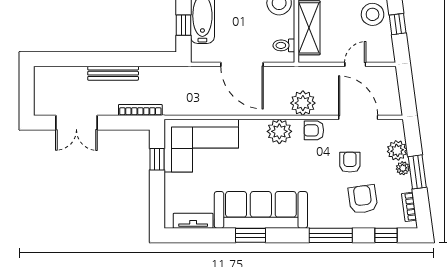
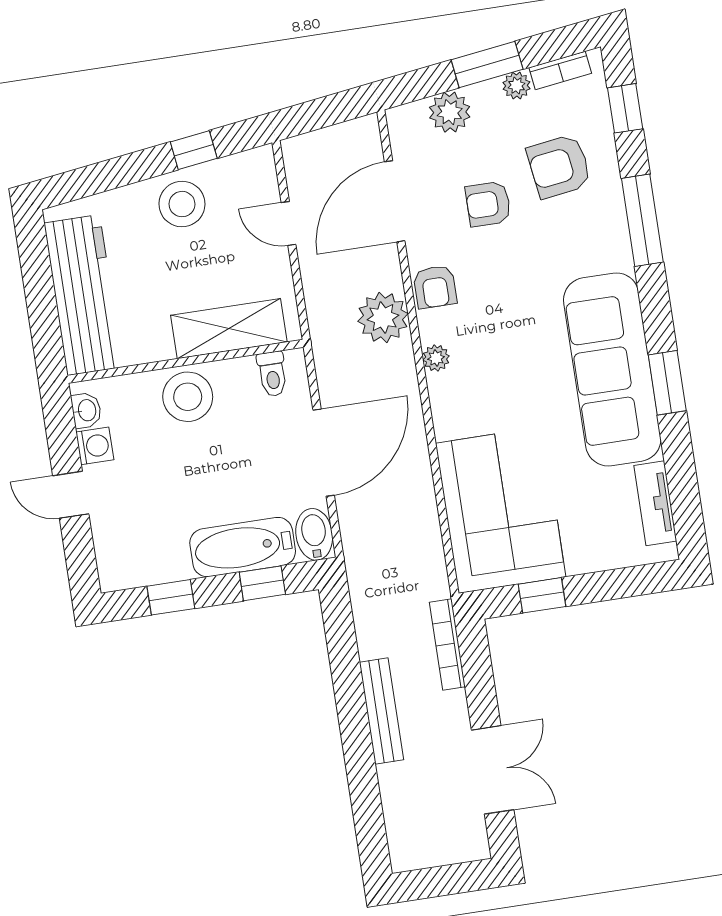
bidet: (203, 54) -> (314, 534), added
plant: (279, 131) -> (436, 358), width x0.53, depth x0.53
plant: (403, 168) -> (517, 86), moved

